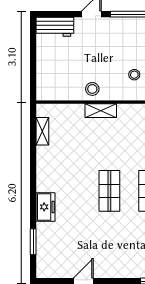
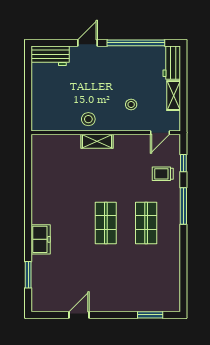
shelving: (42, 131) -> (37, 162), removed

